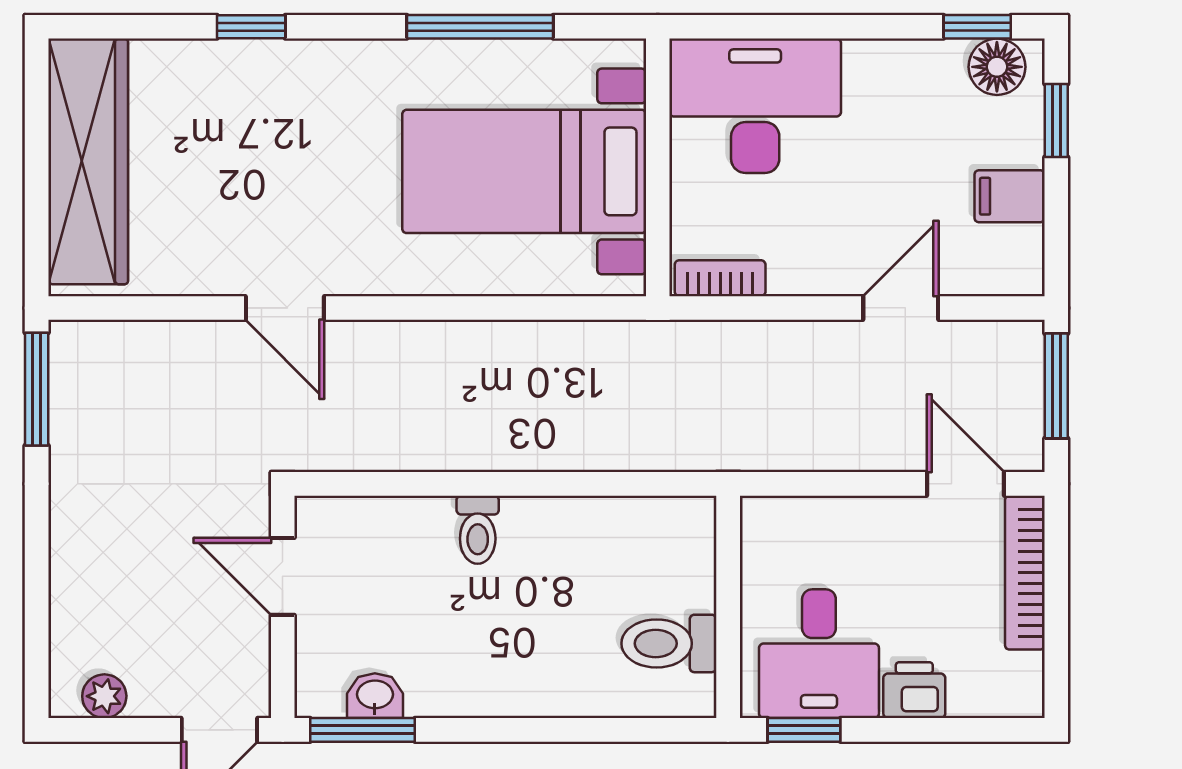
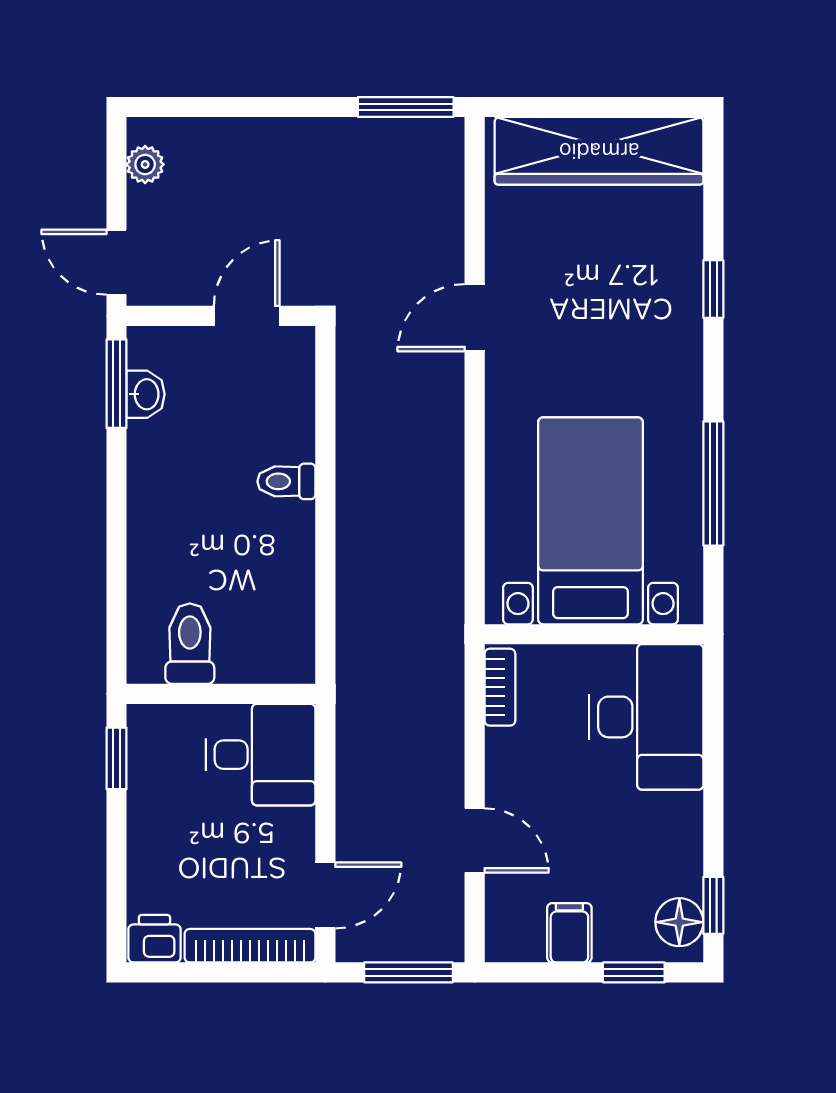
desk: (819, 654) -> (261, 755), moved, turned 180
printer: (914, 690) -> (154, 939), moved, turned -90

